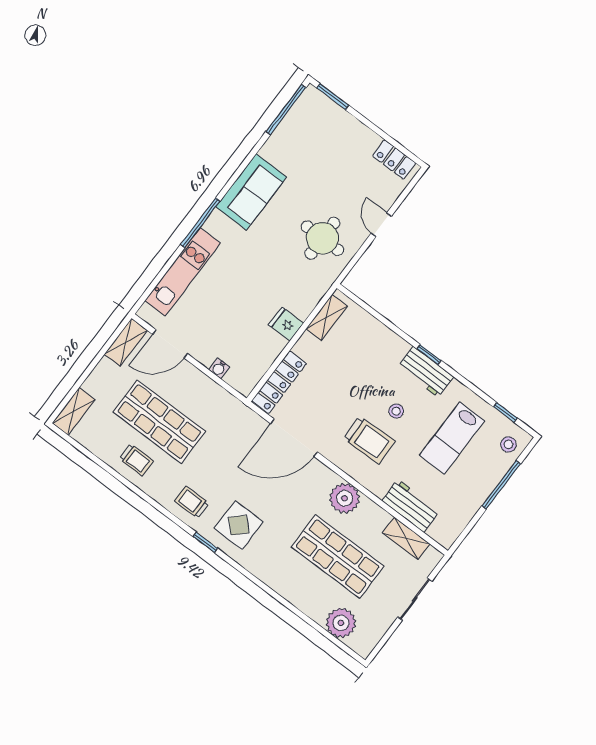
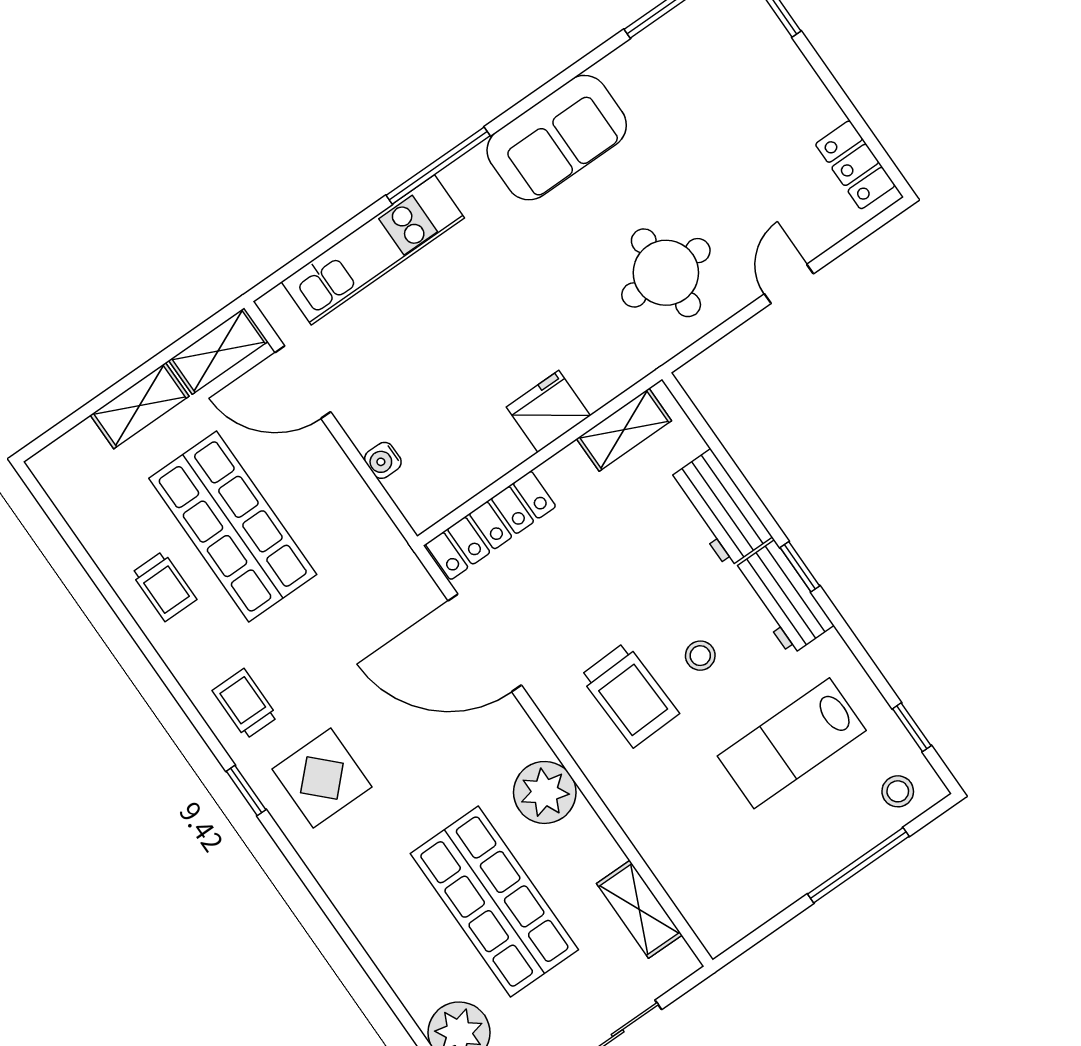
fridge: (286, 324) -> (548, 411), width x1.38
shelving: (74, 411) -> (140, 406), moved
workbench: (411, 506) -> (719, 509), moved, turned 180

